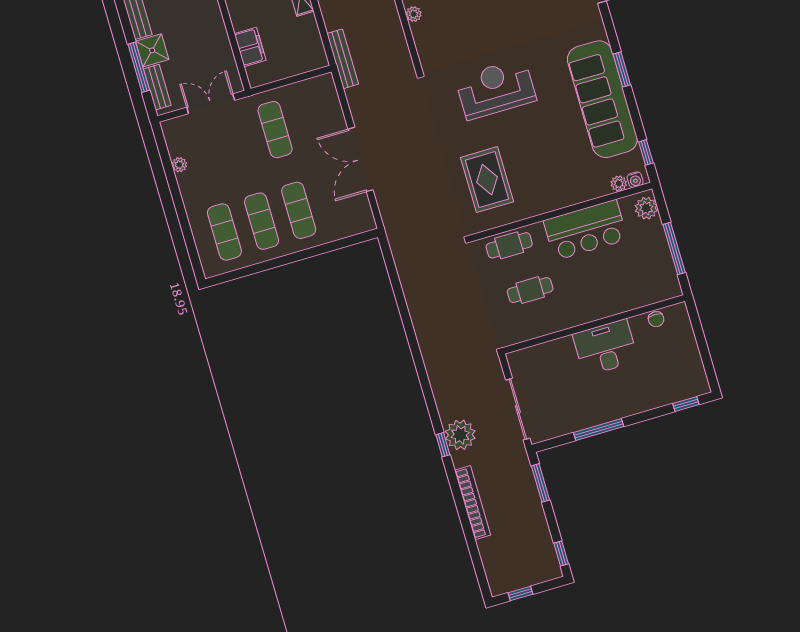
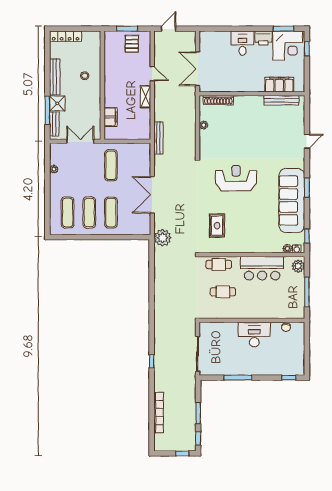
rug: (487, 180) -> (217, 226), width x0.73, depth x0.70
plant: (460, 435) -> (163, 238), moved
window: (540, 483) -> (198, 413), moved
bookcase: (473, 503) -> (159, 412), moved
window: (520, 593) -> (182, 453), moved

